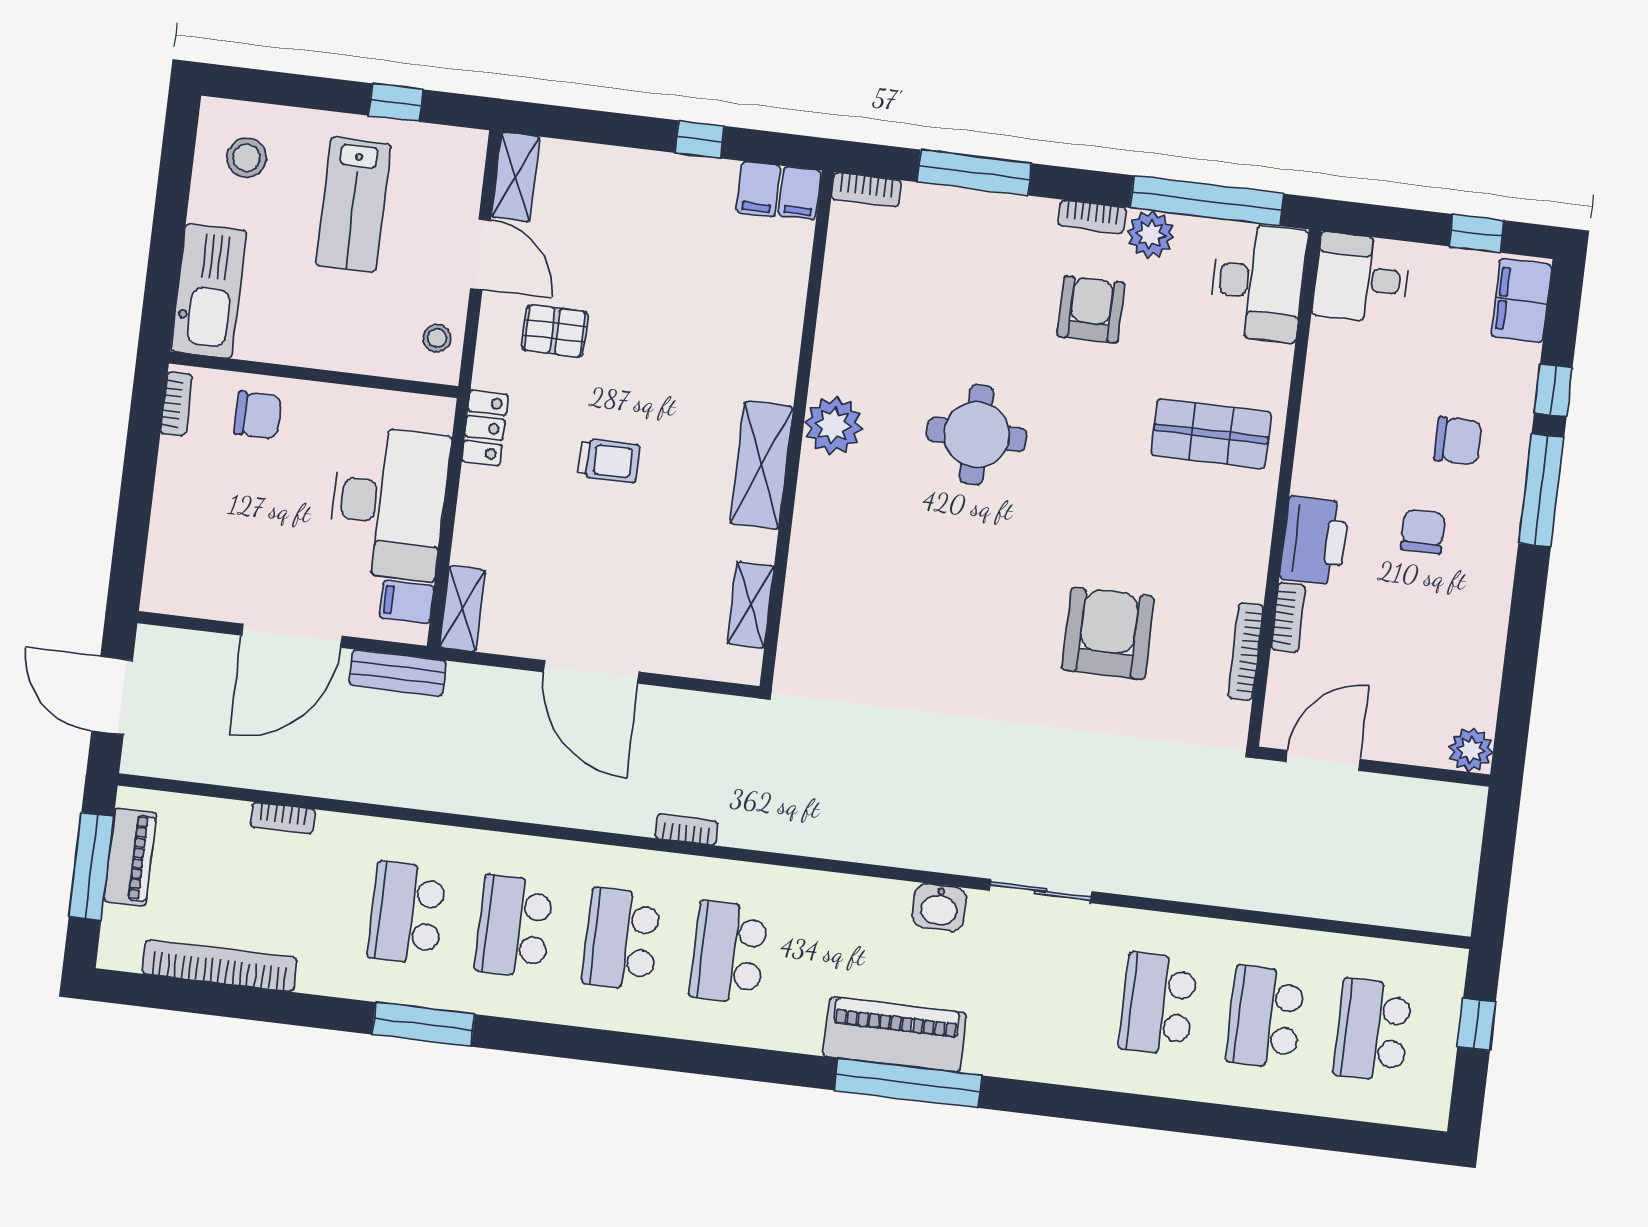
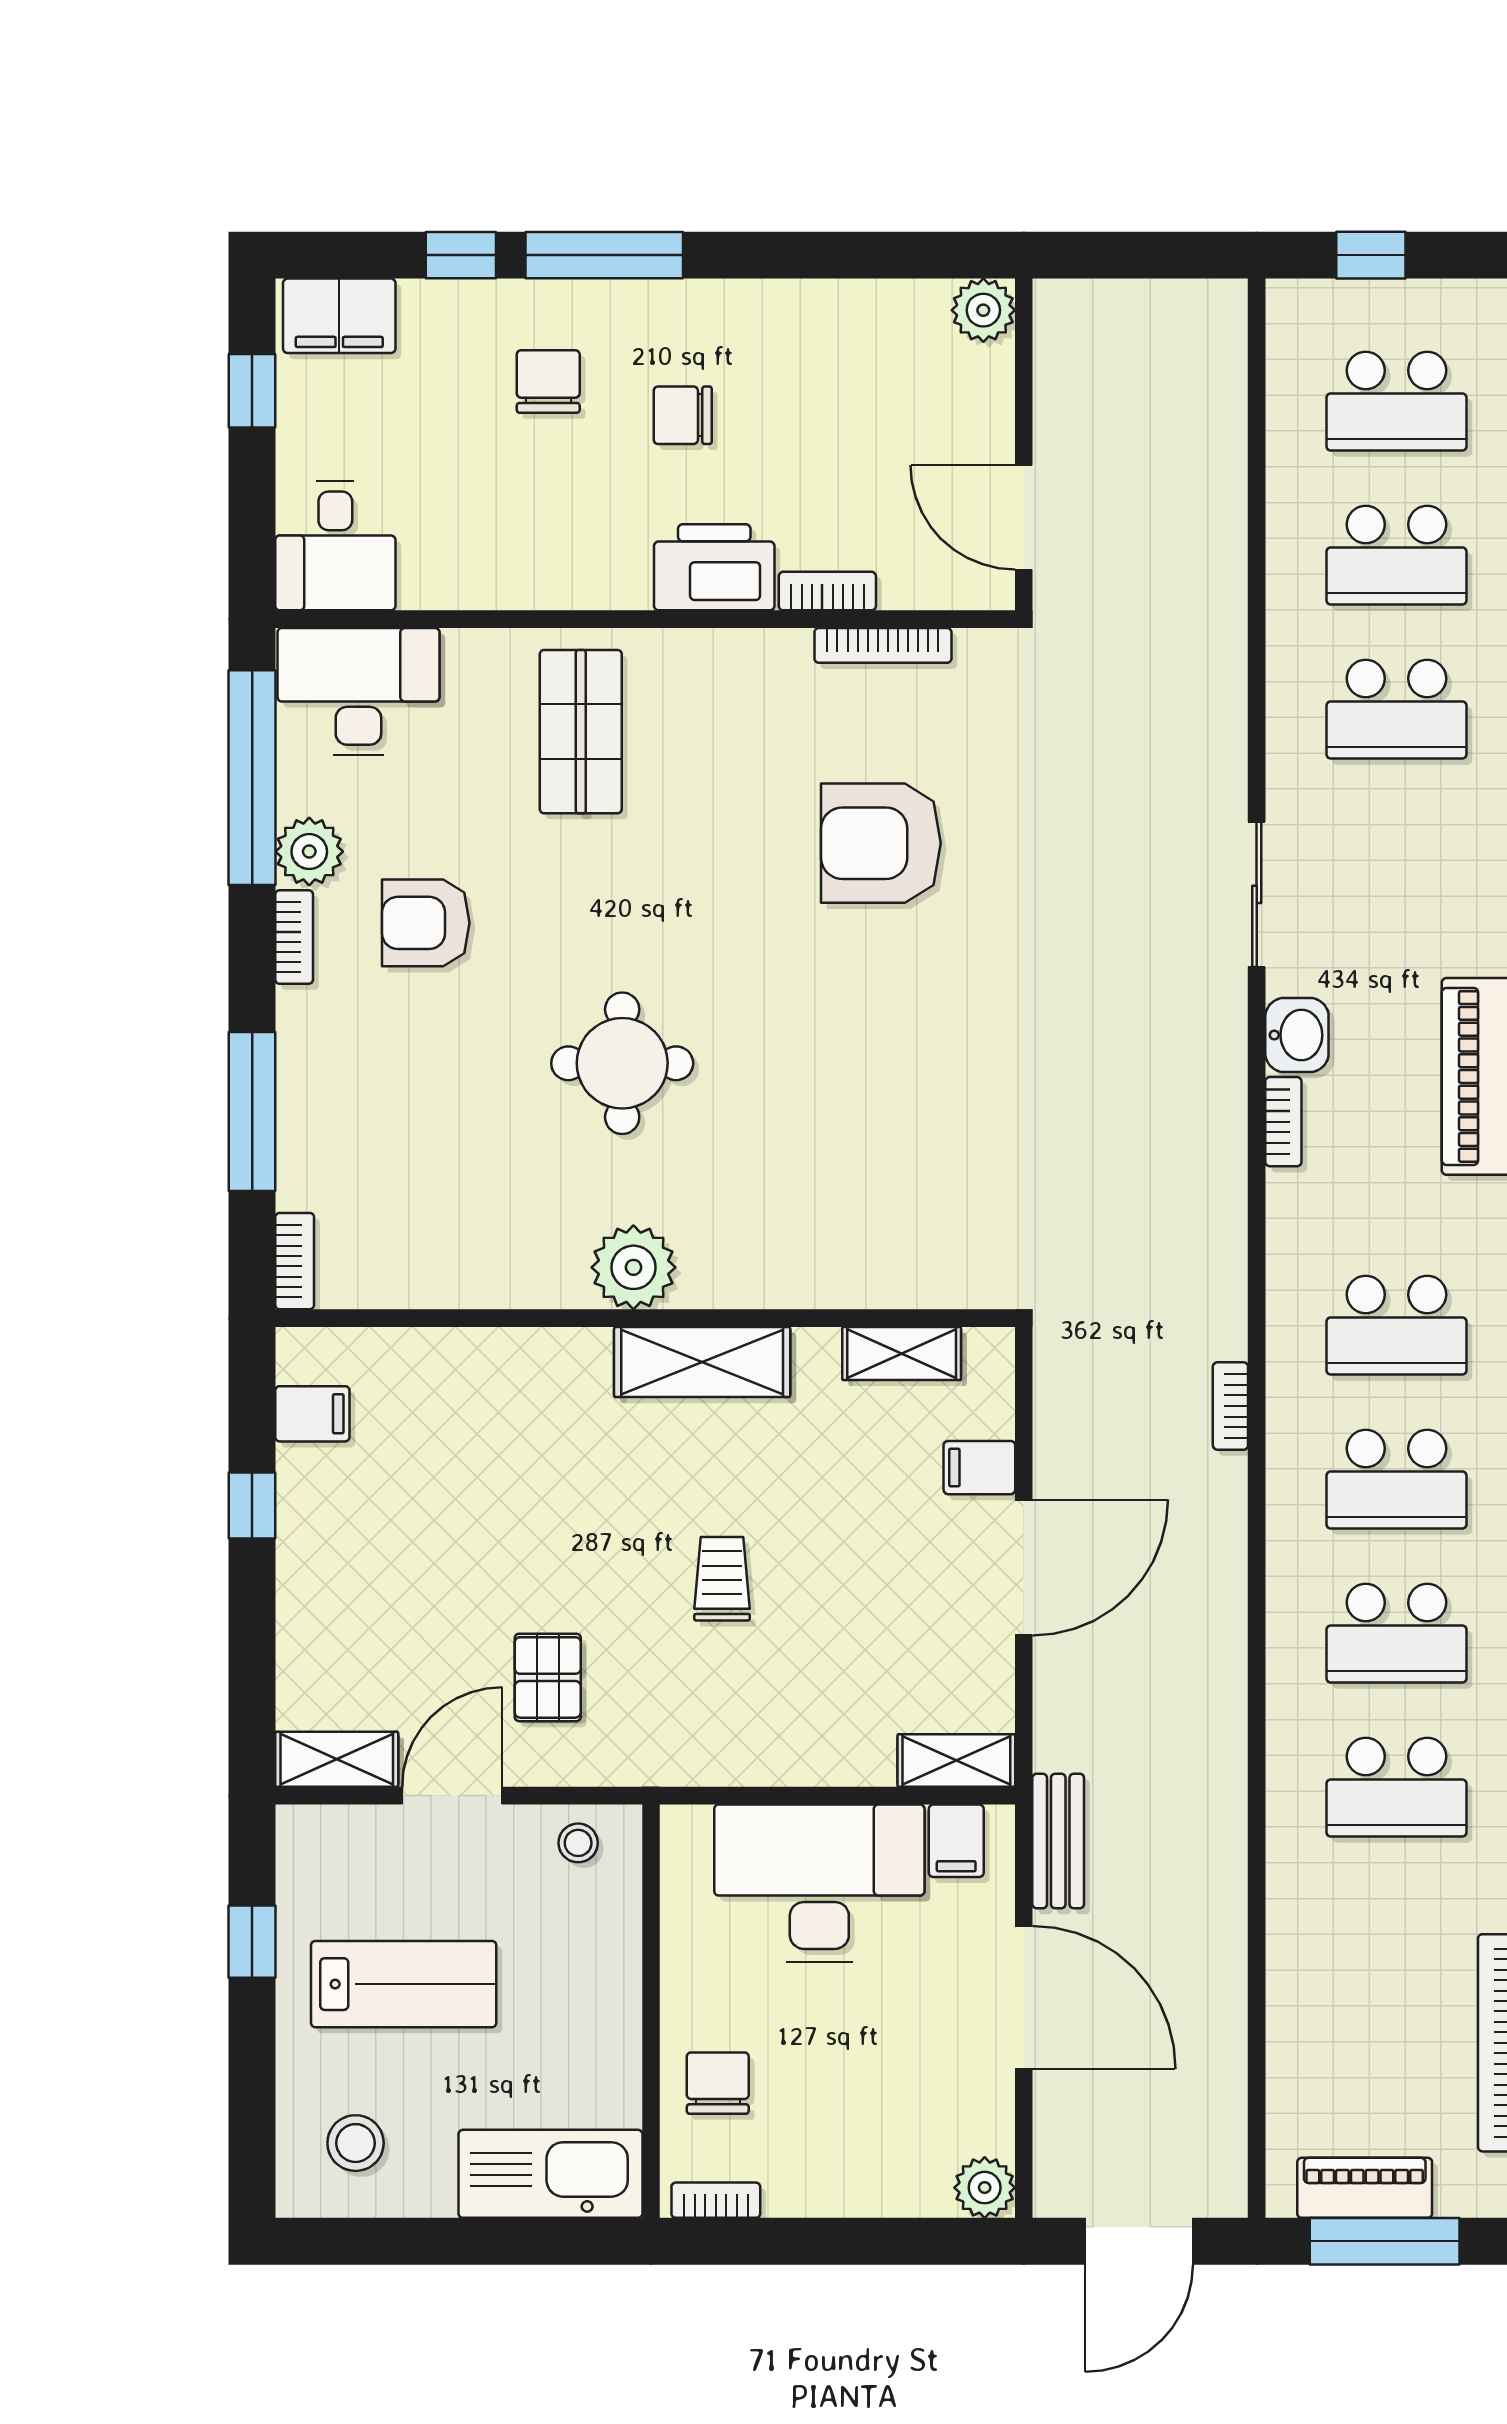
filing cabinet: (800, 193) -> (979, 1468), moved, turned 180
locker: (485, 428) -> (697, 1760), removed
plant: (162, 592) -> (985, 2188), added
bookcase: (283, 818) -> (1283, 1122), moved

